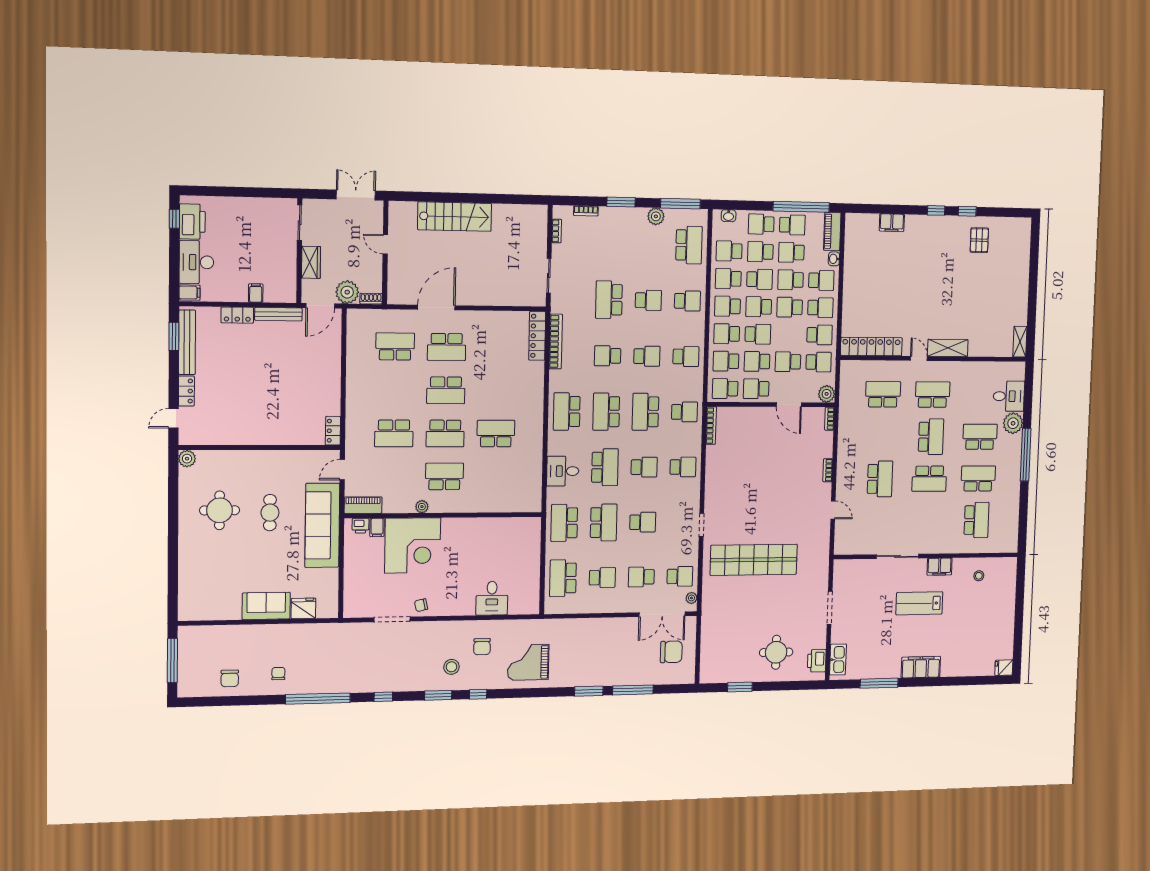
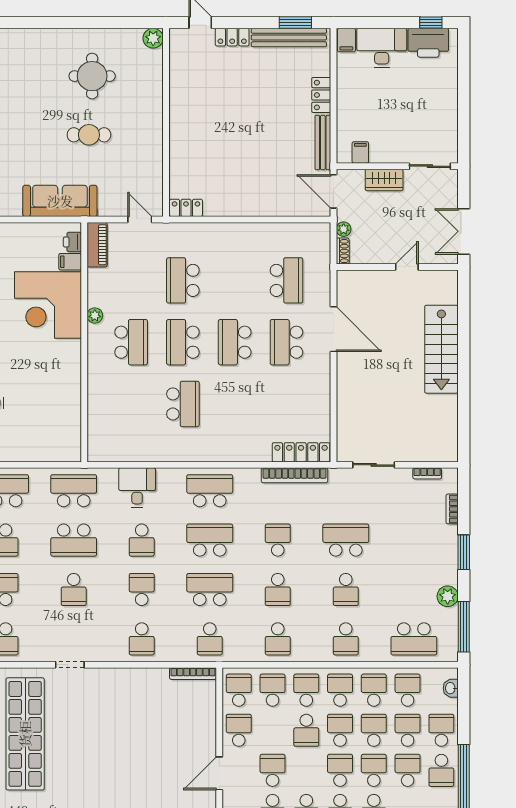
double door: (356, 195) -> (464, 231), swing flipped
school desk: (760, 279) -> (374, 730), turned 180
plant: (347, 292) -> (344, 229), width x0.53, depth x0.53
filing cabinet: (256, 293) -> (360, 152), moved, turned -90
school desk: (757, 361) -> (273, 730), removed
school desk: (605, 467) -> (142, 540), width x0.54
school desk: (644, 467) -> (142, 589), turned 180
sofa: (322, 525) -> (60, 201), width x0.74, depth x0.79

